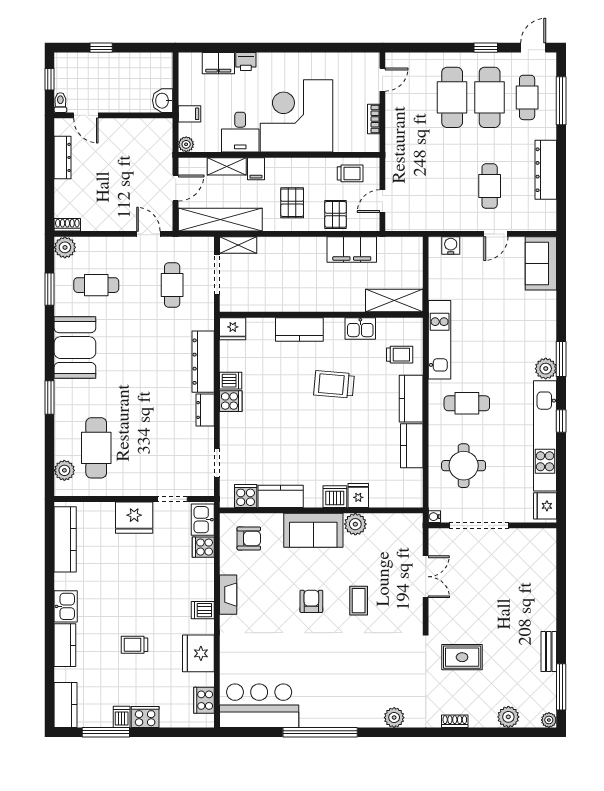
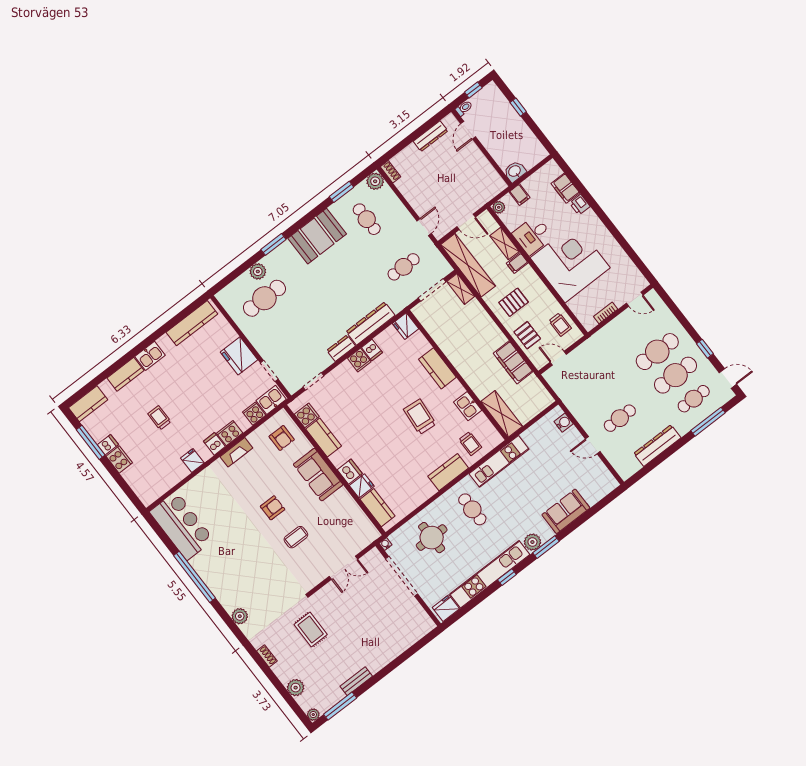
pallet: (336, 214) -> (527, 335), turned 90
sofa: (541, 263) -> (566, 511), moved
kitchen counter: (412, 446) -> (378, 508), moved, turned 90
plant: (64, 470) -> (258, 271), moved
plant: (355, 524) -> (342, 498), removed
fridge: (198, 653) -> (192, 460), width x0.53, depth x0.75
cooker: (204, 700) -> (230, 433), moved

